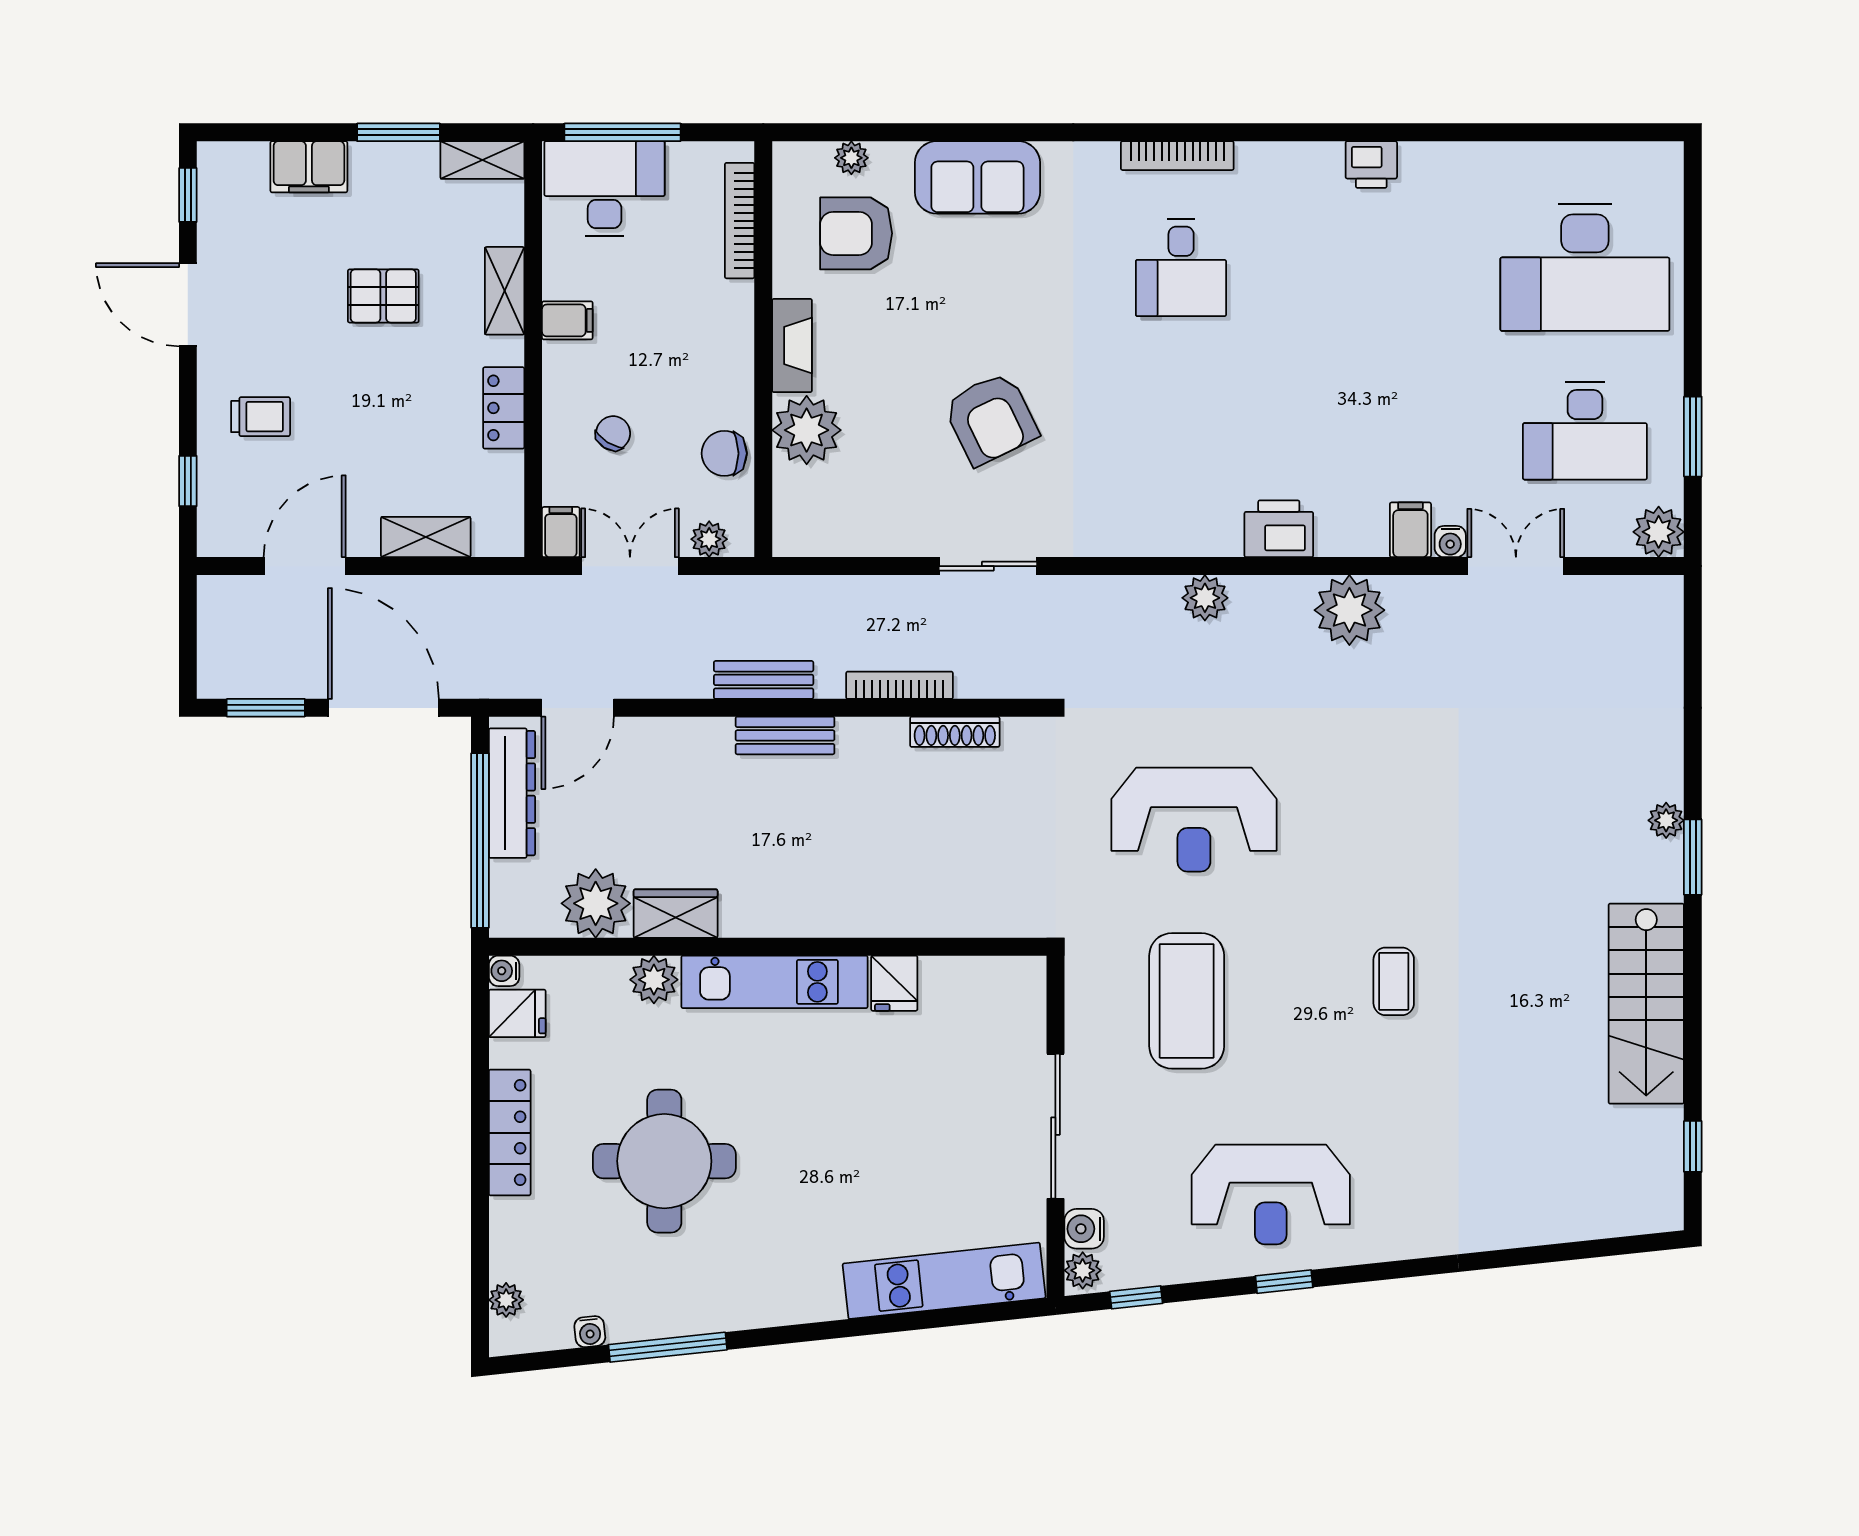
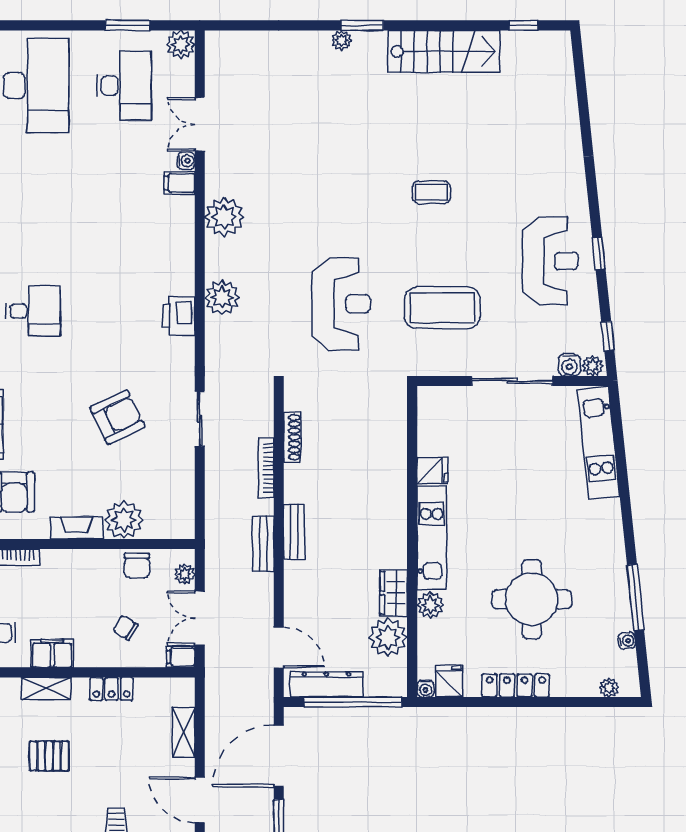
pallet: (383, 296) -> (49, 756), turned 90
filing cabinet: (567, 320) -> (52, 653), width x2.00
printer: (1279, 529) -> (179, 316), moved
plant: (1205, 598) -> (222, 298), width x1.36, depth x1.36

